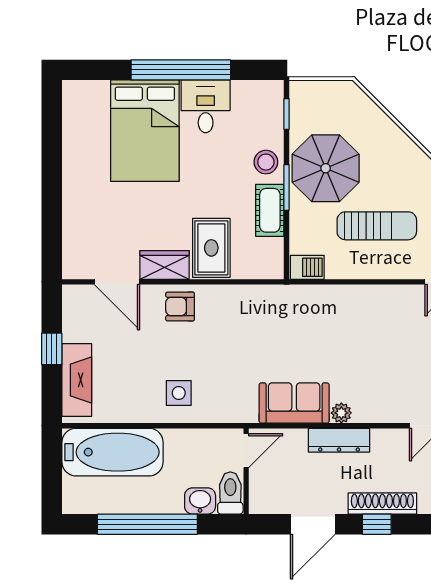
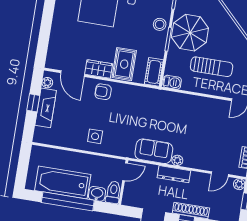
cot: (270, 210) -> (154, 72), moved
plant: (72, 306) -> (47, 83), added
fireplace: (77, 380) -> (46, 108), moved
bathtub: (113, 452) -> (63, 183), moved, turned 180

